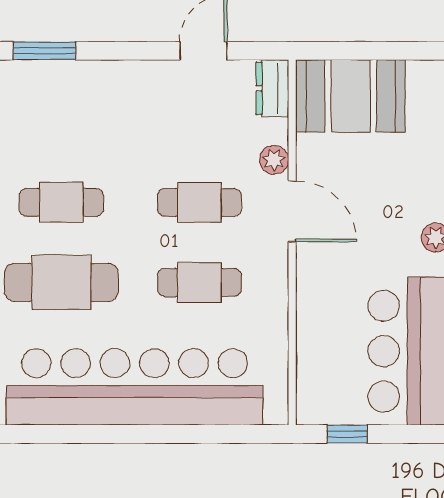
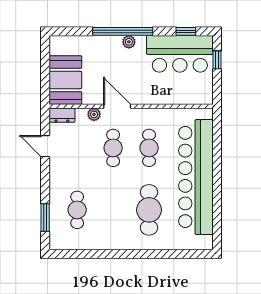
cafe table: (61, 202) -> (77, 210), moved
door: (292, 211) -> (117, 106), hinge flipped
window: (347, 434) -> (217, 60), moved

